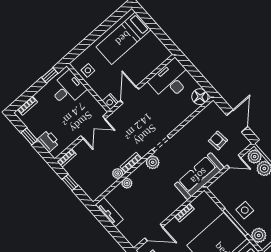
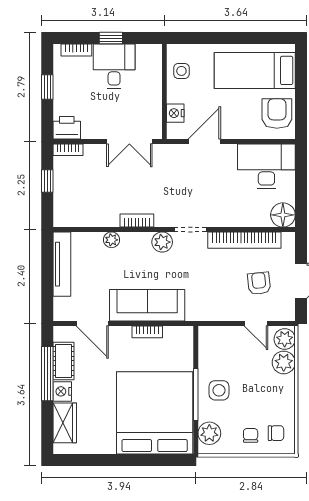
armchair: (153, 50) -> (277, 114), added
window: (50, 75) -> (111, 38), moved
desk: (68, 89) -> (114, 66), moved, turned -90
nightstand: (110, 102) -> (175, 113), moved
bookcase: (192, 126) -> (244, 240), added
printer: (48, 141) -> (67, 128), moved, turned -90
plant: (118, 173) -> (111, 219), removed
sofa: (199, 176) -> (147, 305), moved
tv unit: (109, 212) -> (62, 264), width x1.41

